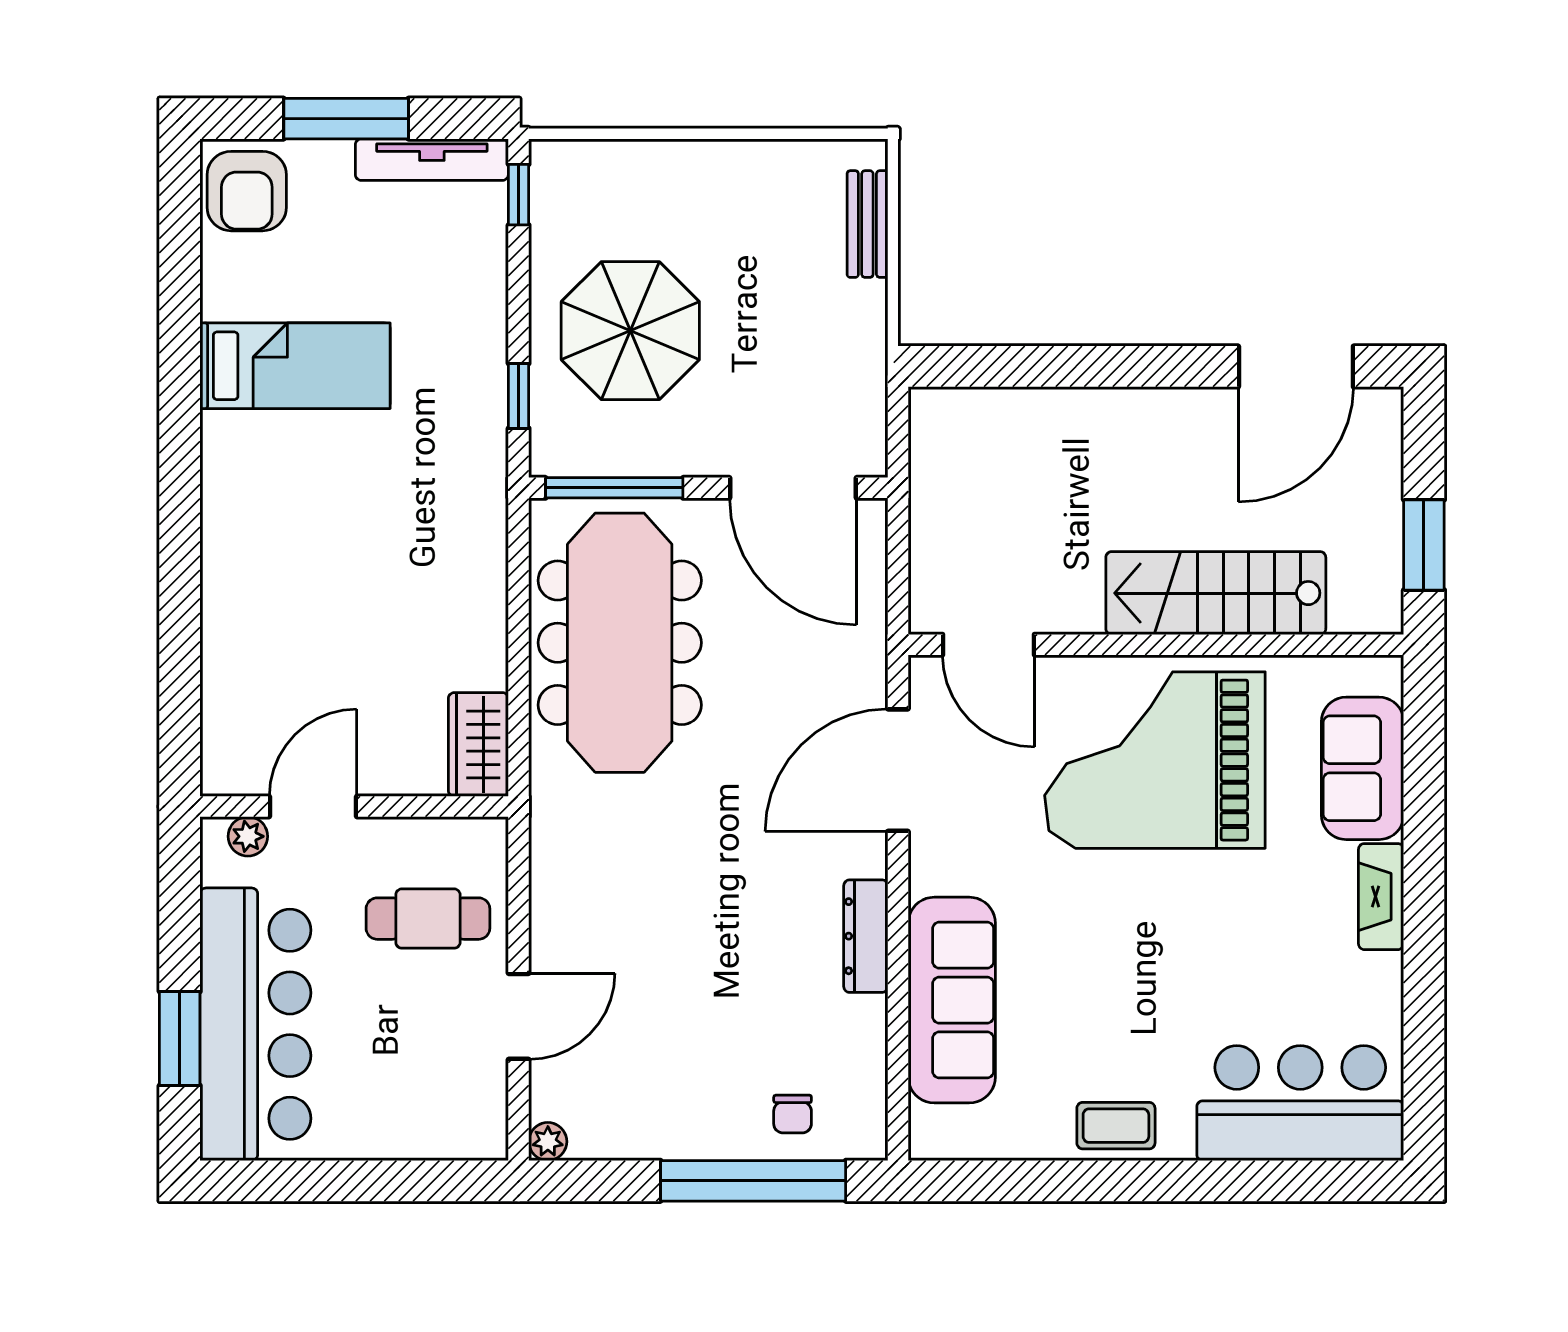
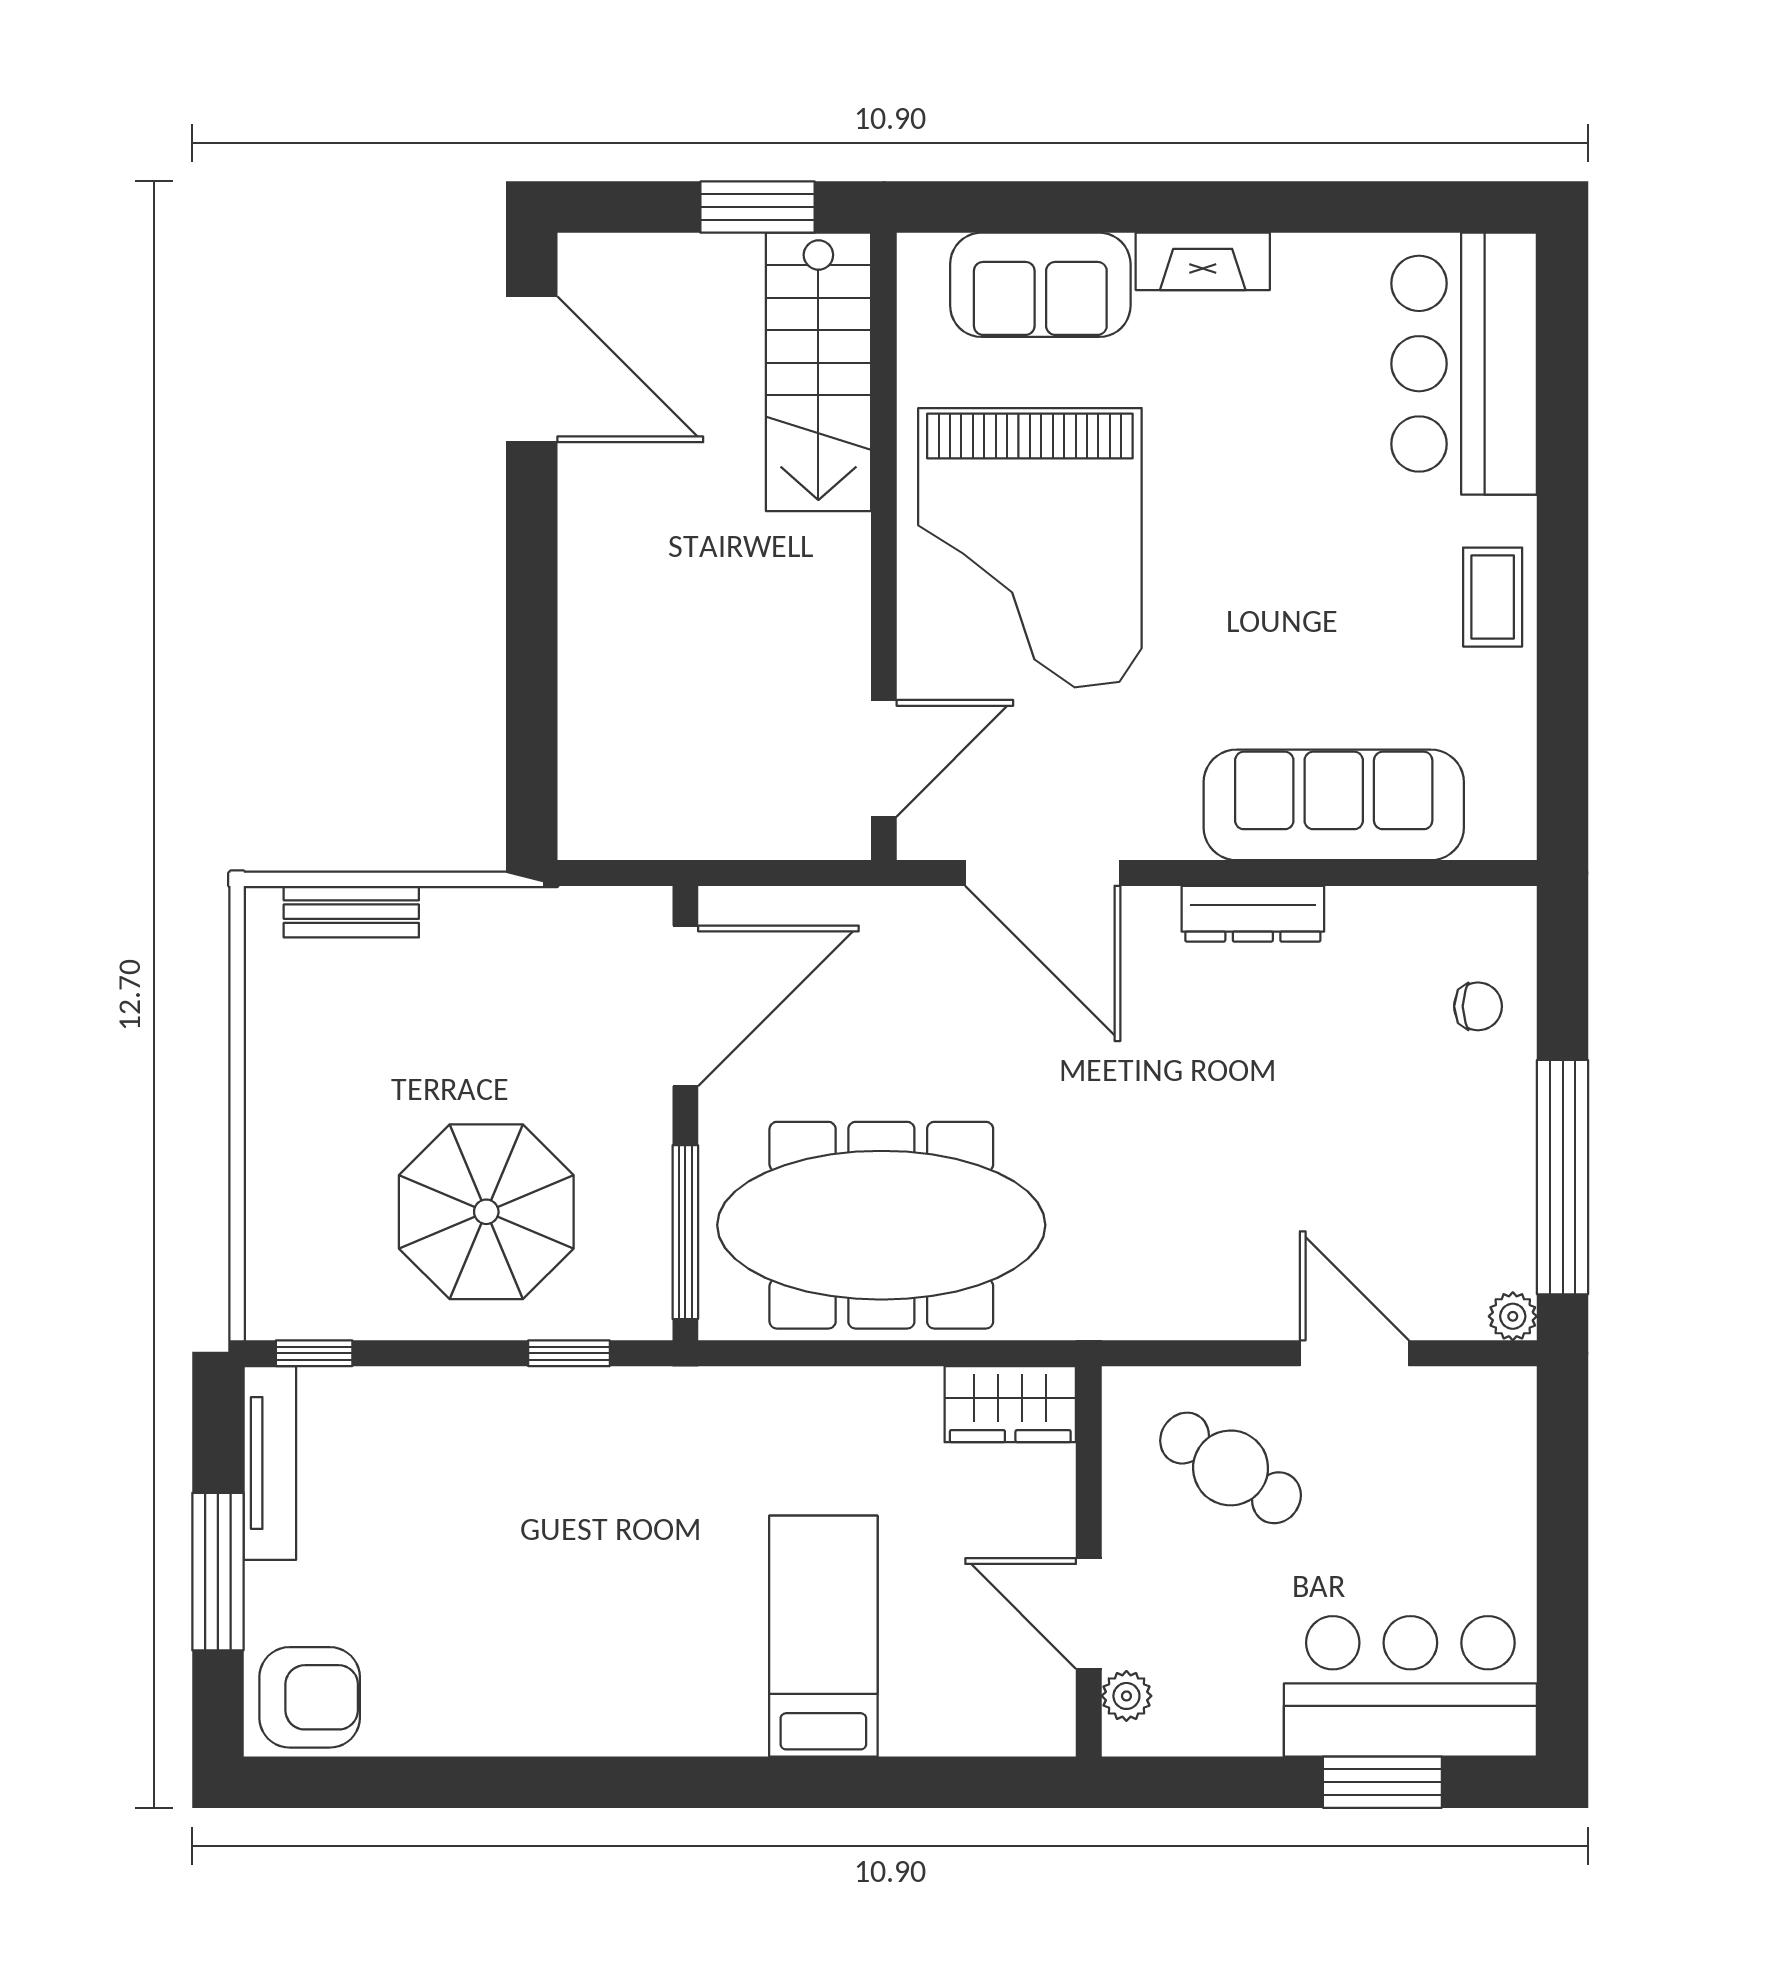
bed: (295, 366) -> (823, 1636), moved
stairs: (1216, 593) -> (818, 372), moved
cafe table: (428, 919) -> (1231, 1468), turned -57
bar counter: (255, 1024) -> (1410, 1686), width x0.73
window: (753, 1181) -> (1563, 1177), moved

